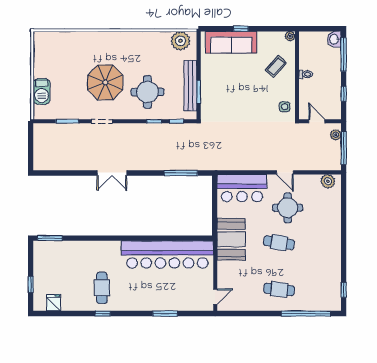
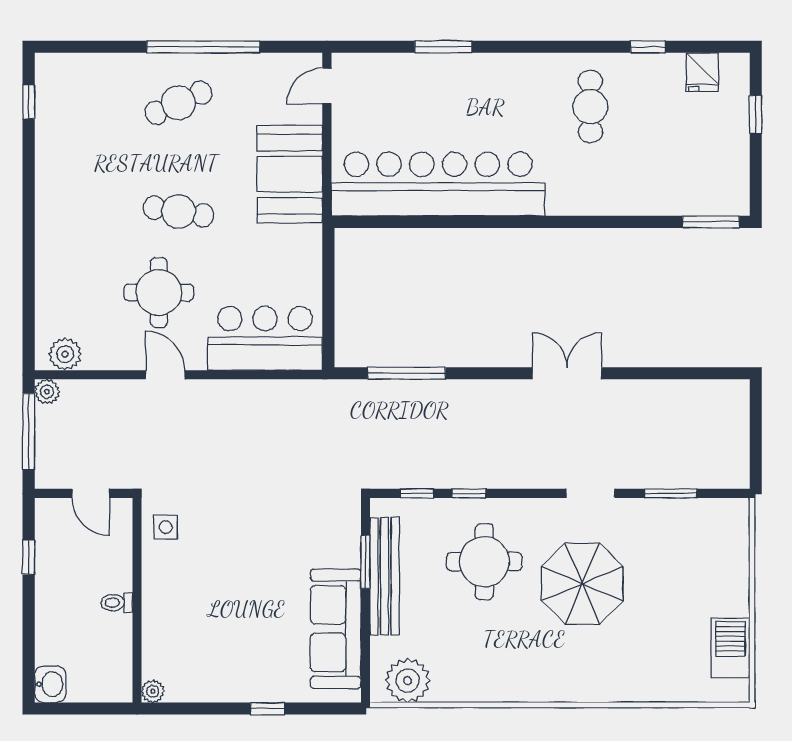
sofa: (231, 42) -> (336, 629), moved, turned -90
window: (344, 54) -> (29, 649), removed
coffee table: (276, 67) -> (186, 621), removed
barbecue: (42, 92) -> (730, 648), moved
plant: (336, 135) -> (47, 392), moved
booth: (231, 239) -> (290, 174), moved
cafe table: (279, 289) -> (179, 103), turned -30
window: (103, 314) -> (648, 47), moved
window: (306, 314) -> (203, 47), moved

